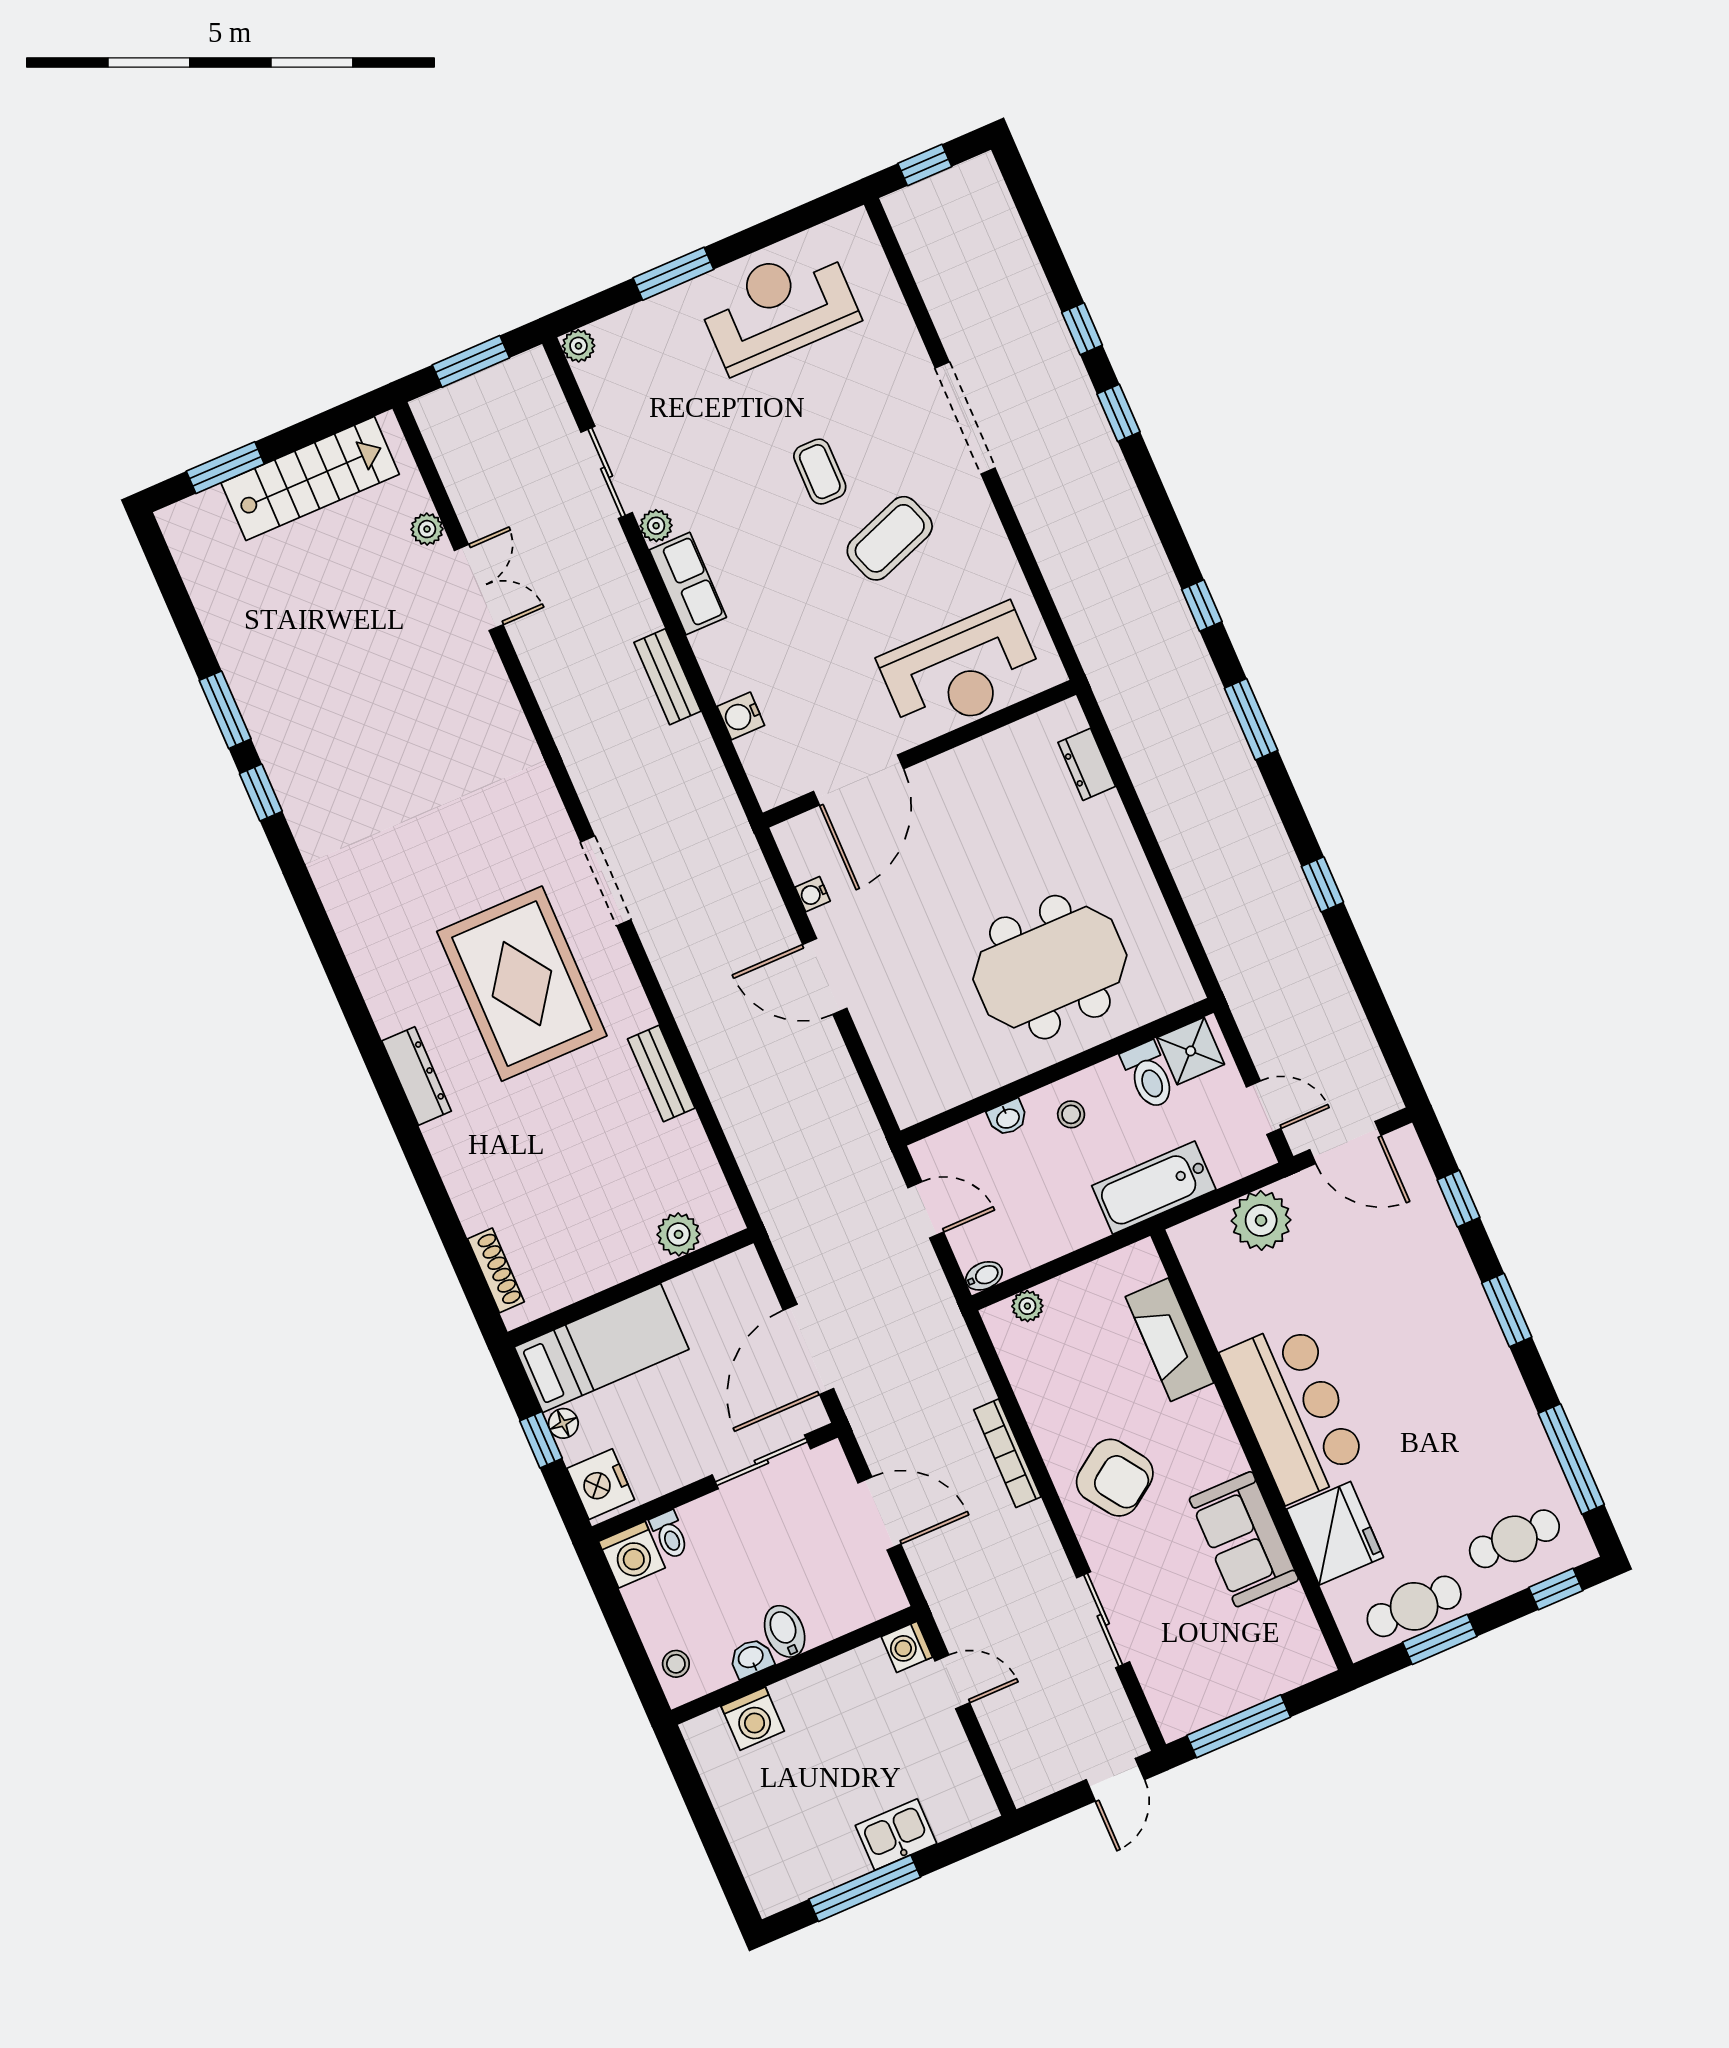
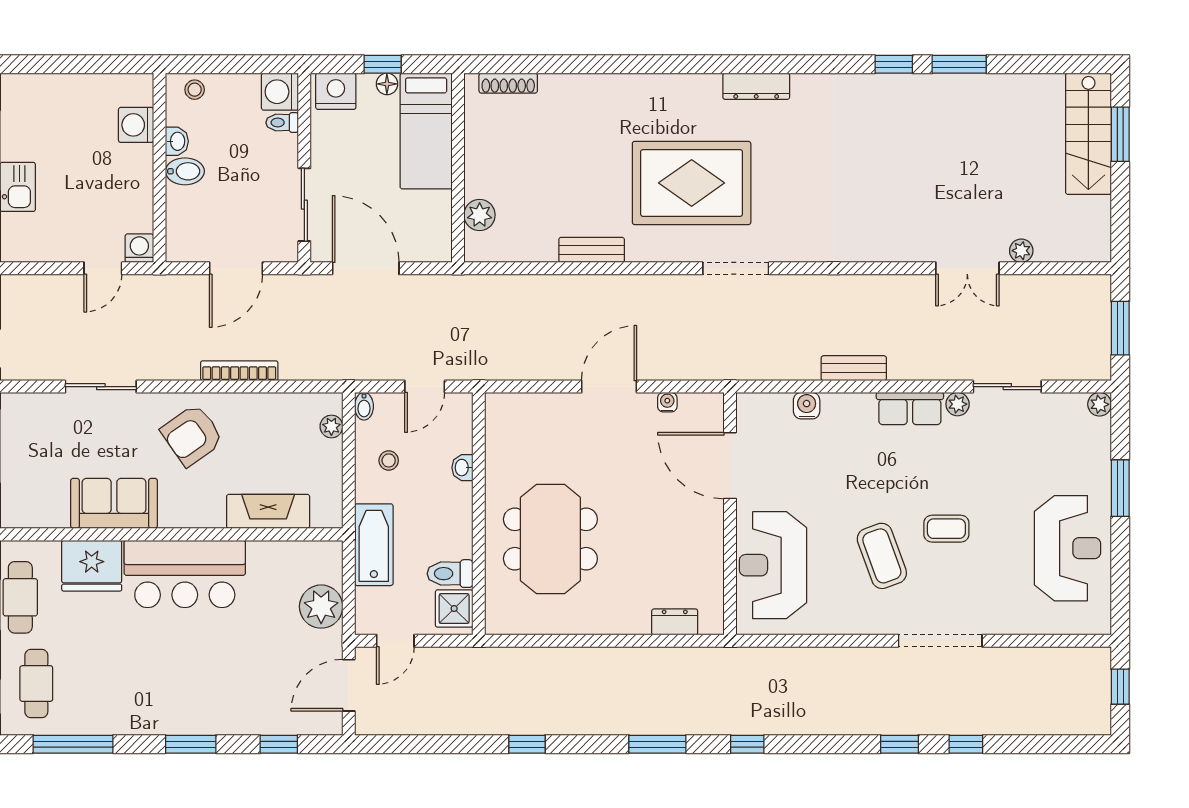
stairs: (310, 479) -> (1088, 134), moved
dresser: (417, 1076) -> (756, 86), moved
stool: (1071, 1114) -> (389, 460), moved

